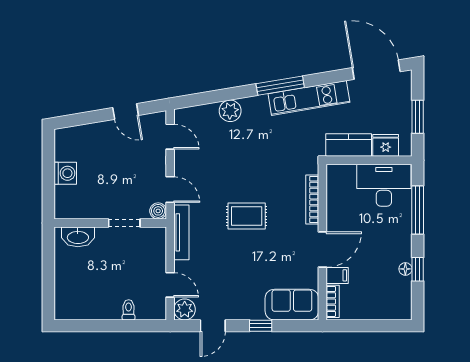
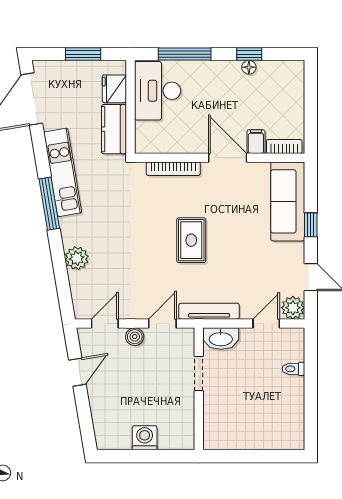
boiler: (158, 211) -> (135, 337), moved
washbasin: (78, 237) -> (221, 339), moved, turned 90
sofa: (292, 305) -> (288, 201), width x1.36

